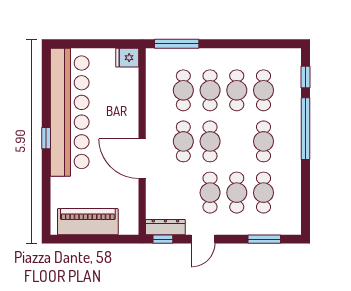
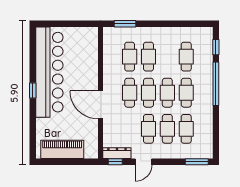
window: (177, 44) -> (125, 24), width x0.69
fridge: (127, 58) -> (90, 34), removed
cafe table: (237, 90) -> (167, 93), moved
window: (264, 239) -> (197, 162), moved

